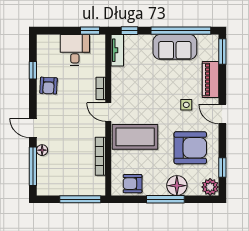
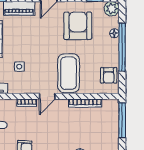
side table: (186, 105) -> (19, 67), moved
floor lamp: (177, 186) -> (114, 33), width x0.53, depth x0.53
window: (165, 199) -> (122, 47), width x1.46

